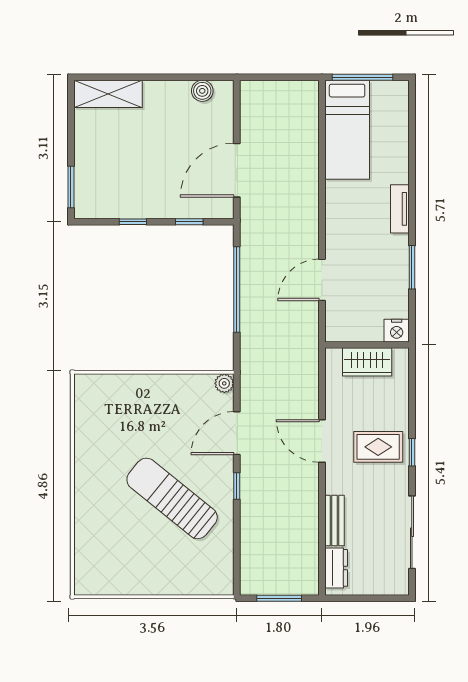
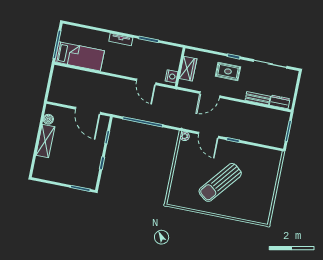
shelving: (108, 94) -> (45, 141), moved
nightstand: (397, 331) -> (171, 76), moved
door: (322, 441) -> (210, 95), moved
rug: (378, 447) -> (228, 71), turned 90
sun lounger: (172, 498) -> (220, 182), moved

